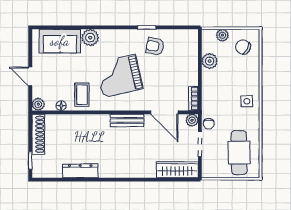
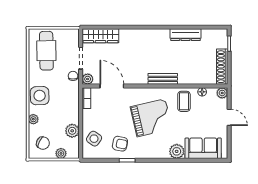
side table: (185, 52) -> (94, 139), added
plant: (254, 74) -> (33, 119), added
side table: (247, 101) -> (40, 96), width x1.87, depth x1.87
bench: (127, 120) -> (163, 79), moved

